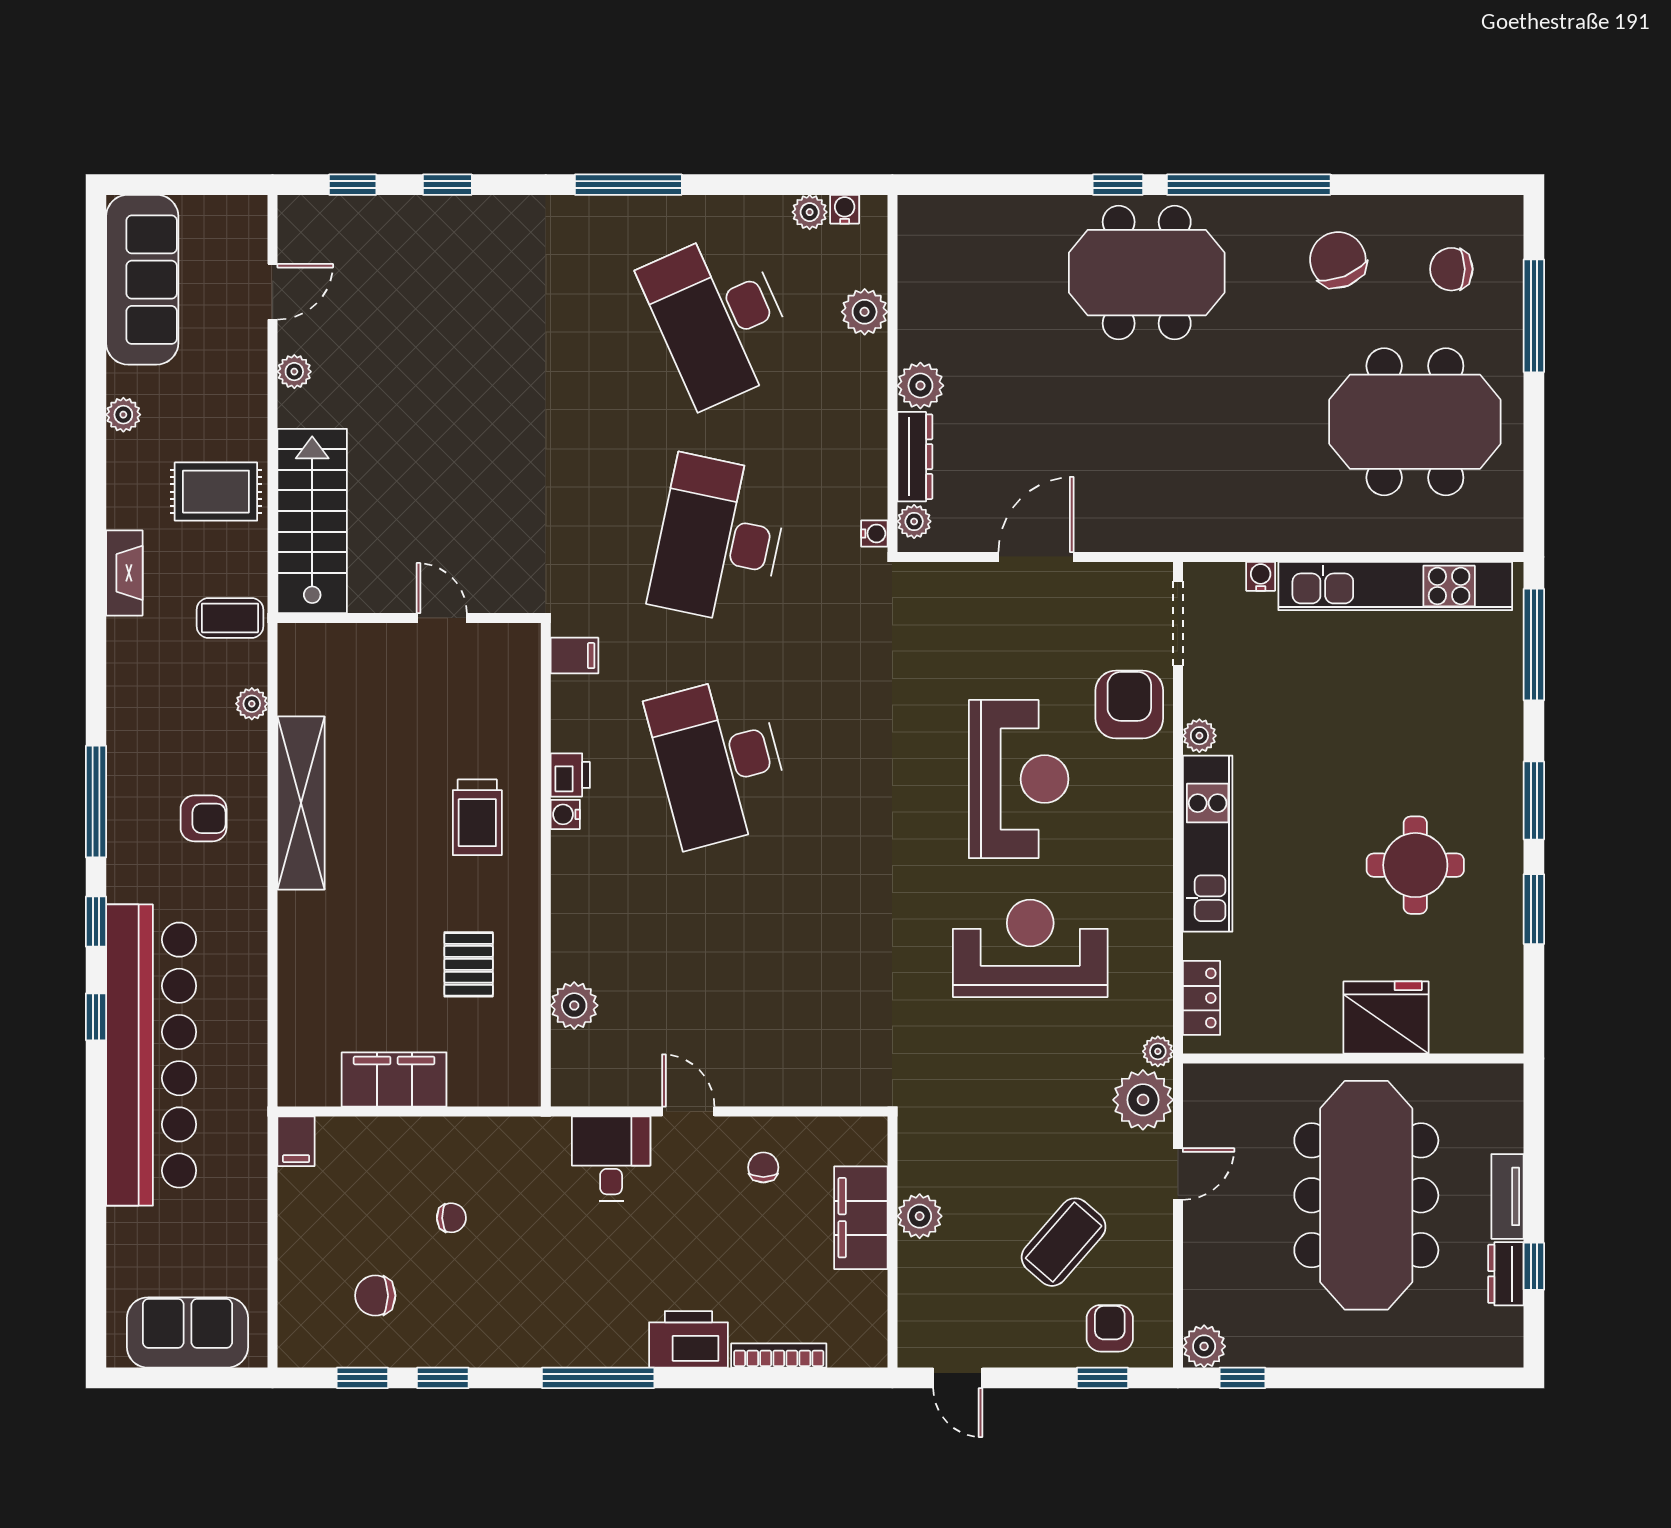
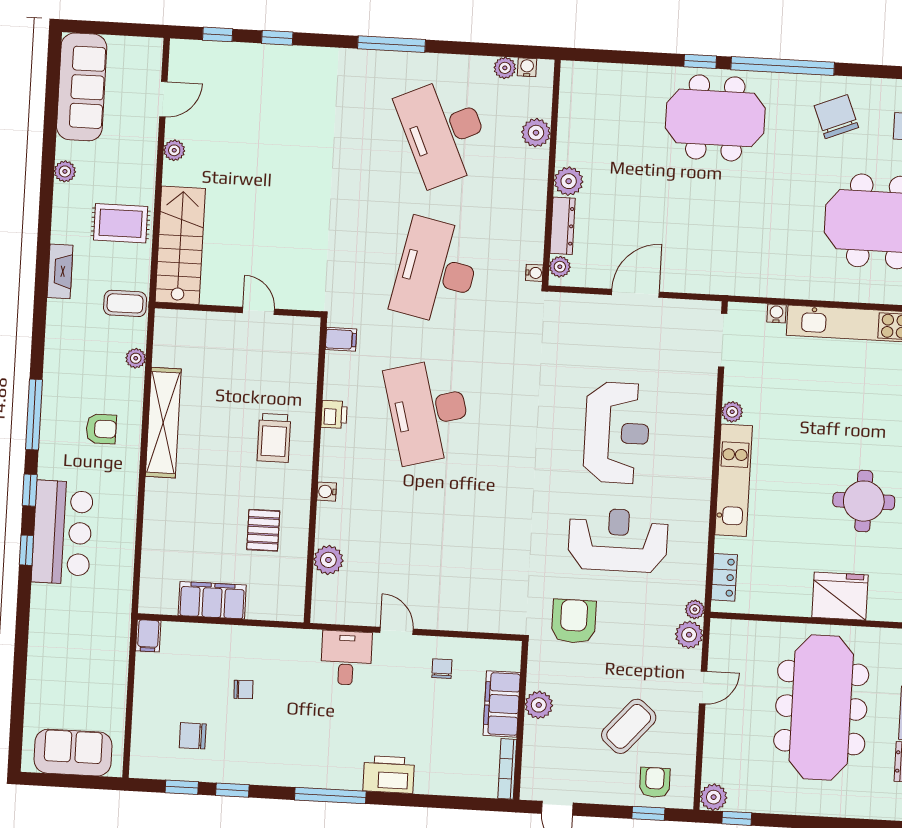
armchair: (1129, 704) -> (574, 621), moved
water cooler: (565, 814) -> (327, 492), moved
bar counter: (151, 1055) -> (62, 532), width x0.54
plant: (1143, 1100) -> (689, 635), width x0.73, depth x0.73
bookcase: (779, 1355) -> (507, 769), moved, turned -90

